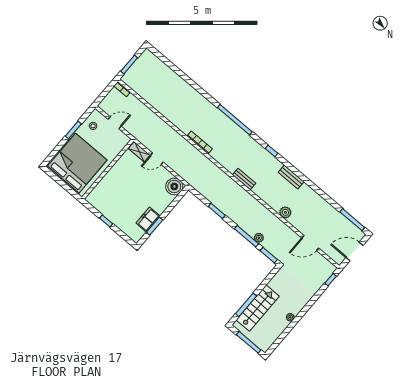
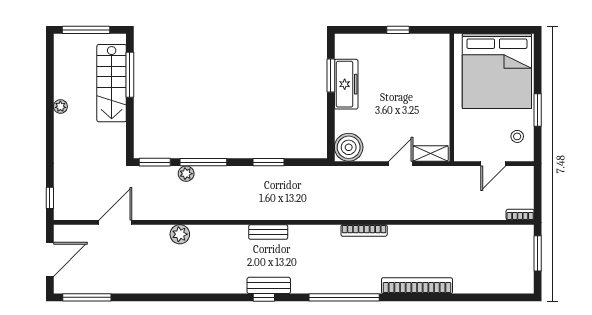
bookcase: (197, 97) -> (417, 286), added
bench: (291, 177) -> (269, 285), moved
freezer: (148, 220) -> (346, 84), width x1.40

